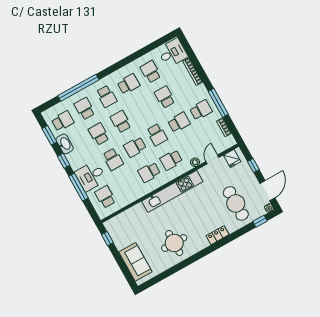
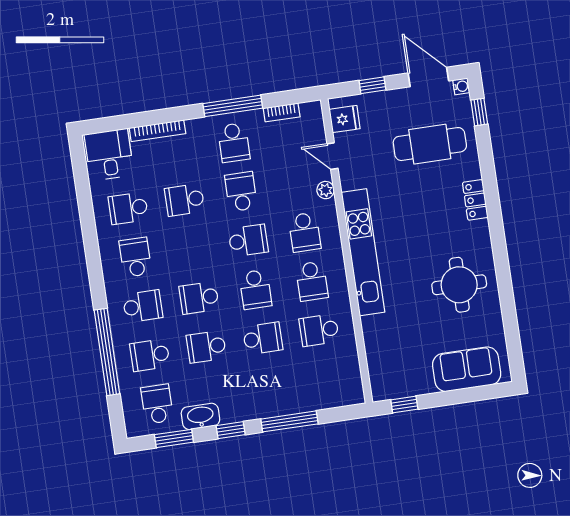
school desk: (201, 110) -> (234, 143), turned 180
desk: (91, 176) -> (278, 391), removed
school desk: (105, 197) -> (319, 330), moved

